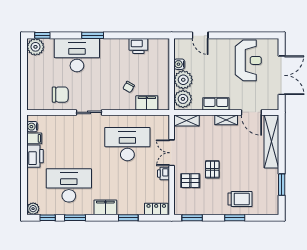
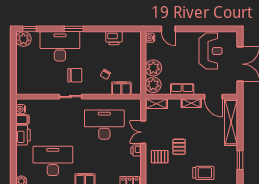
water cooler: (179, 64) -> (150, 38), moved
chair: (60, 95) -> (75, 75), moved

